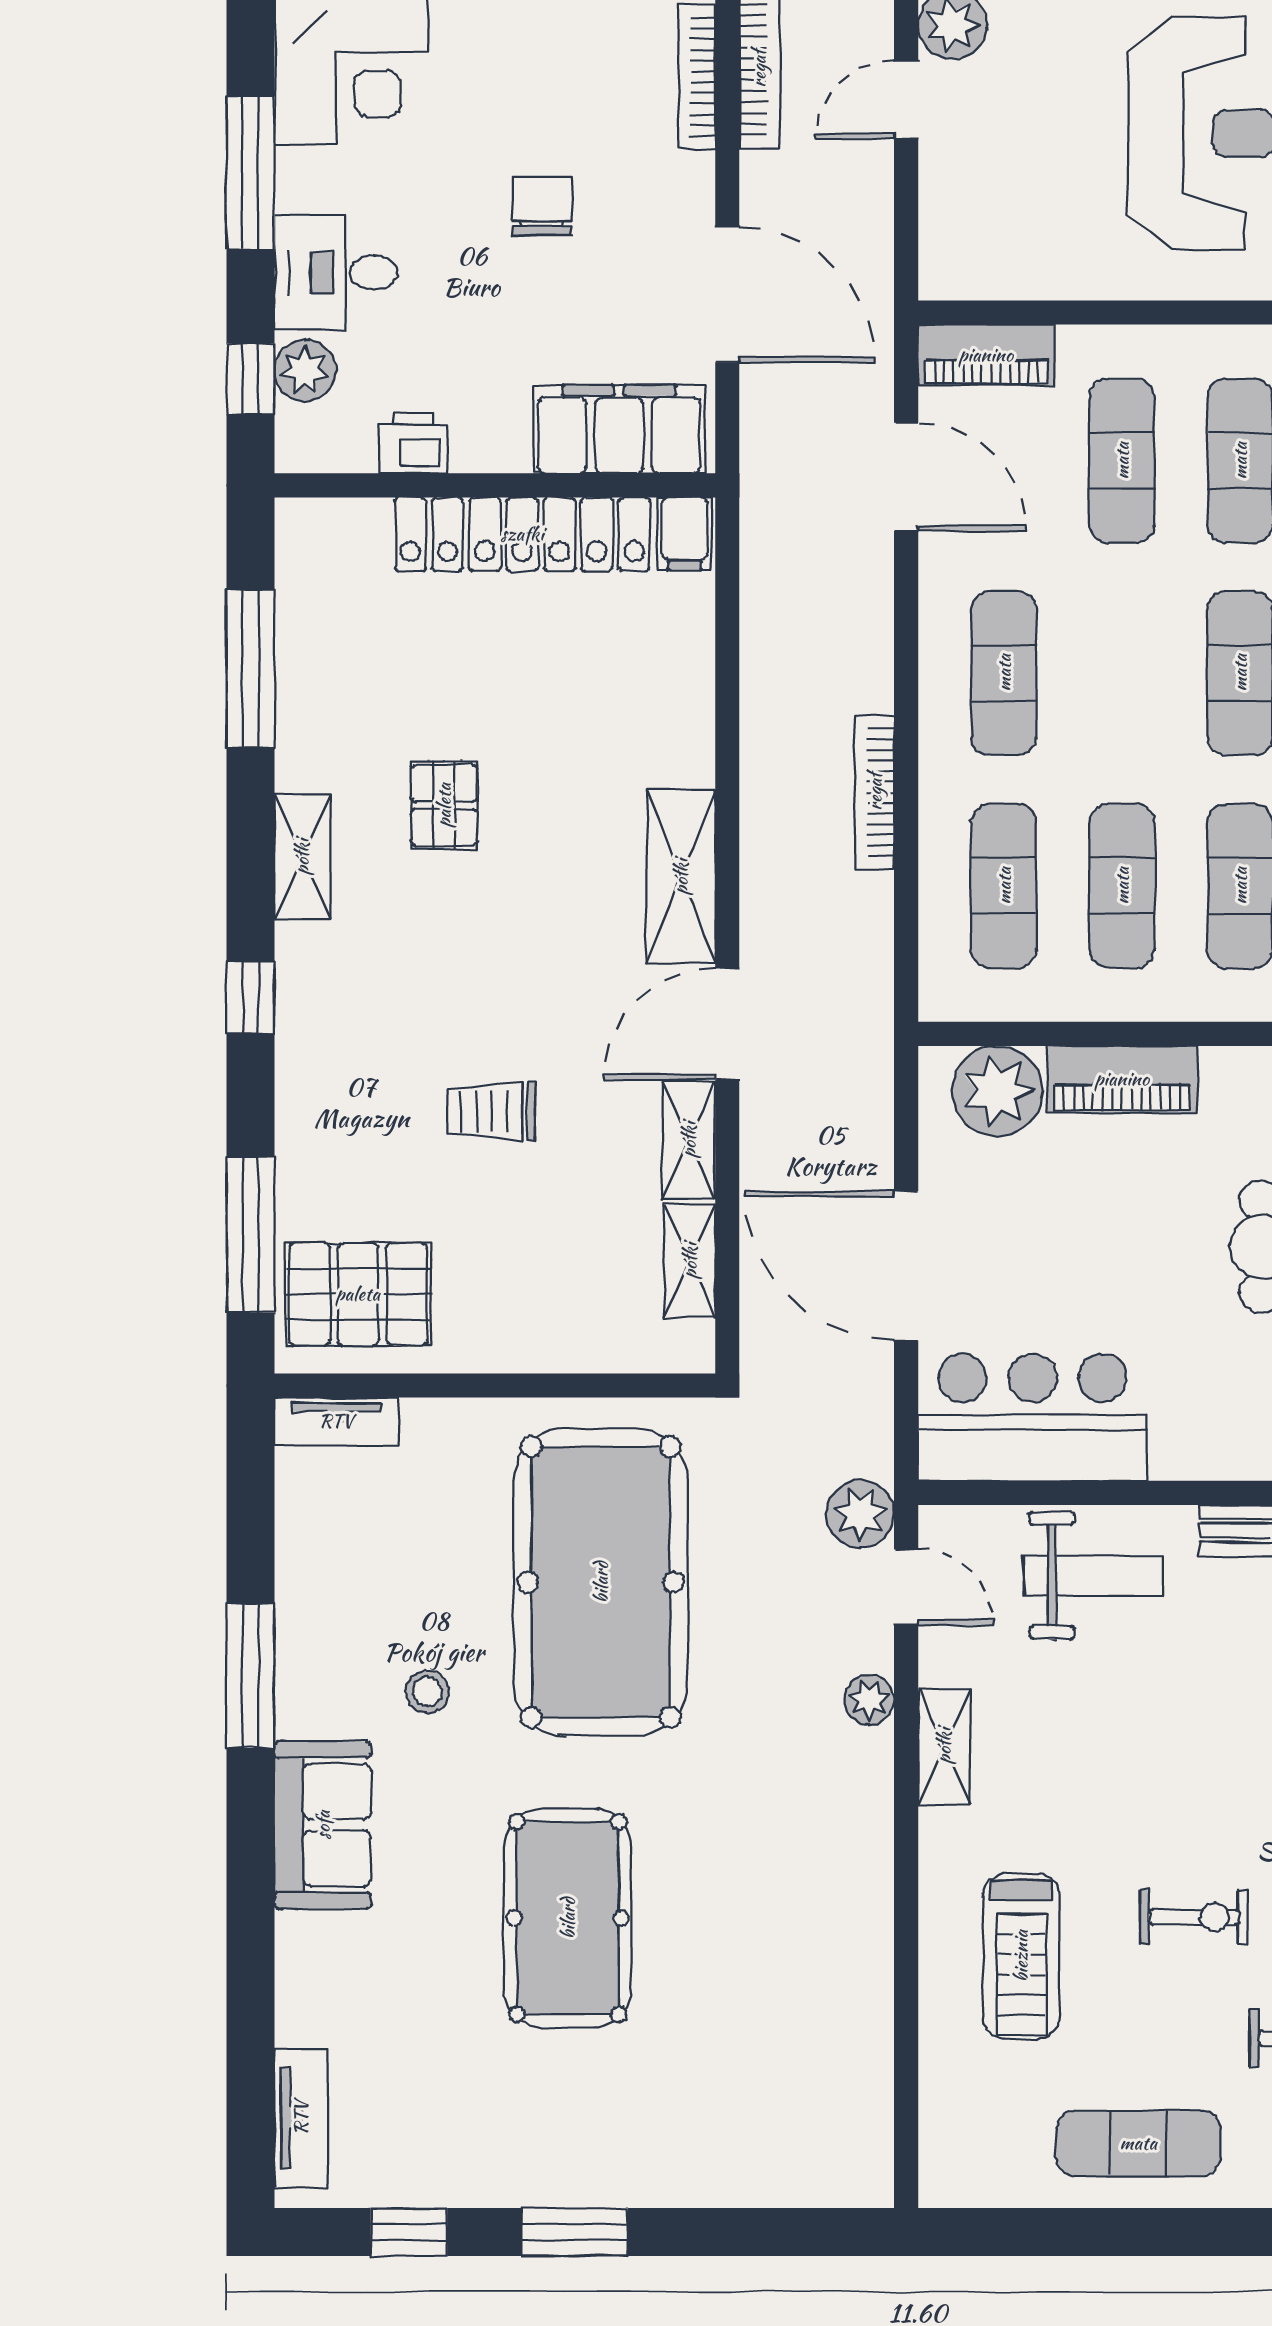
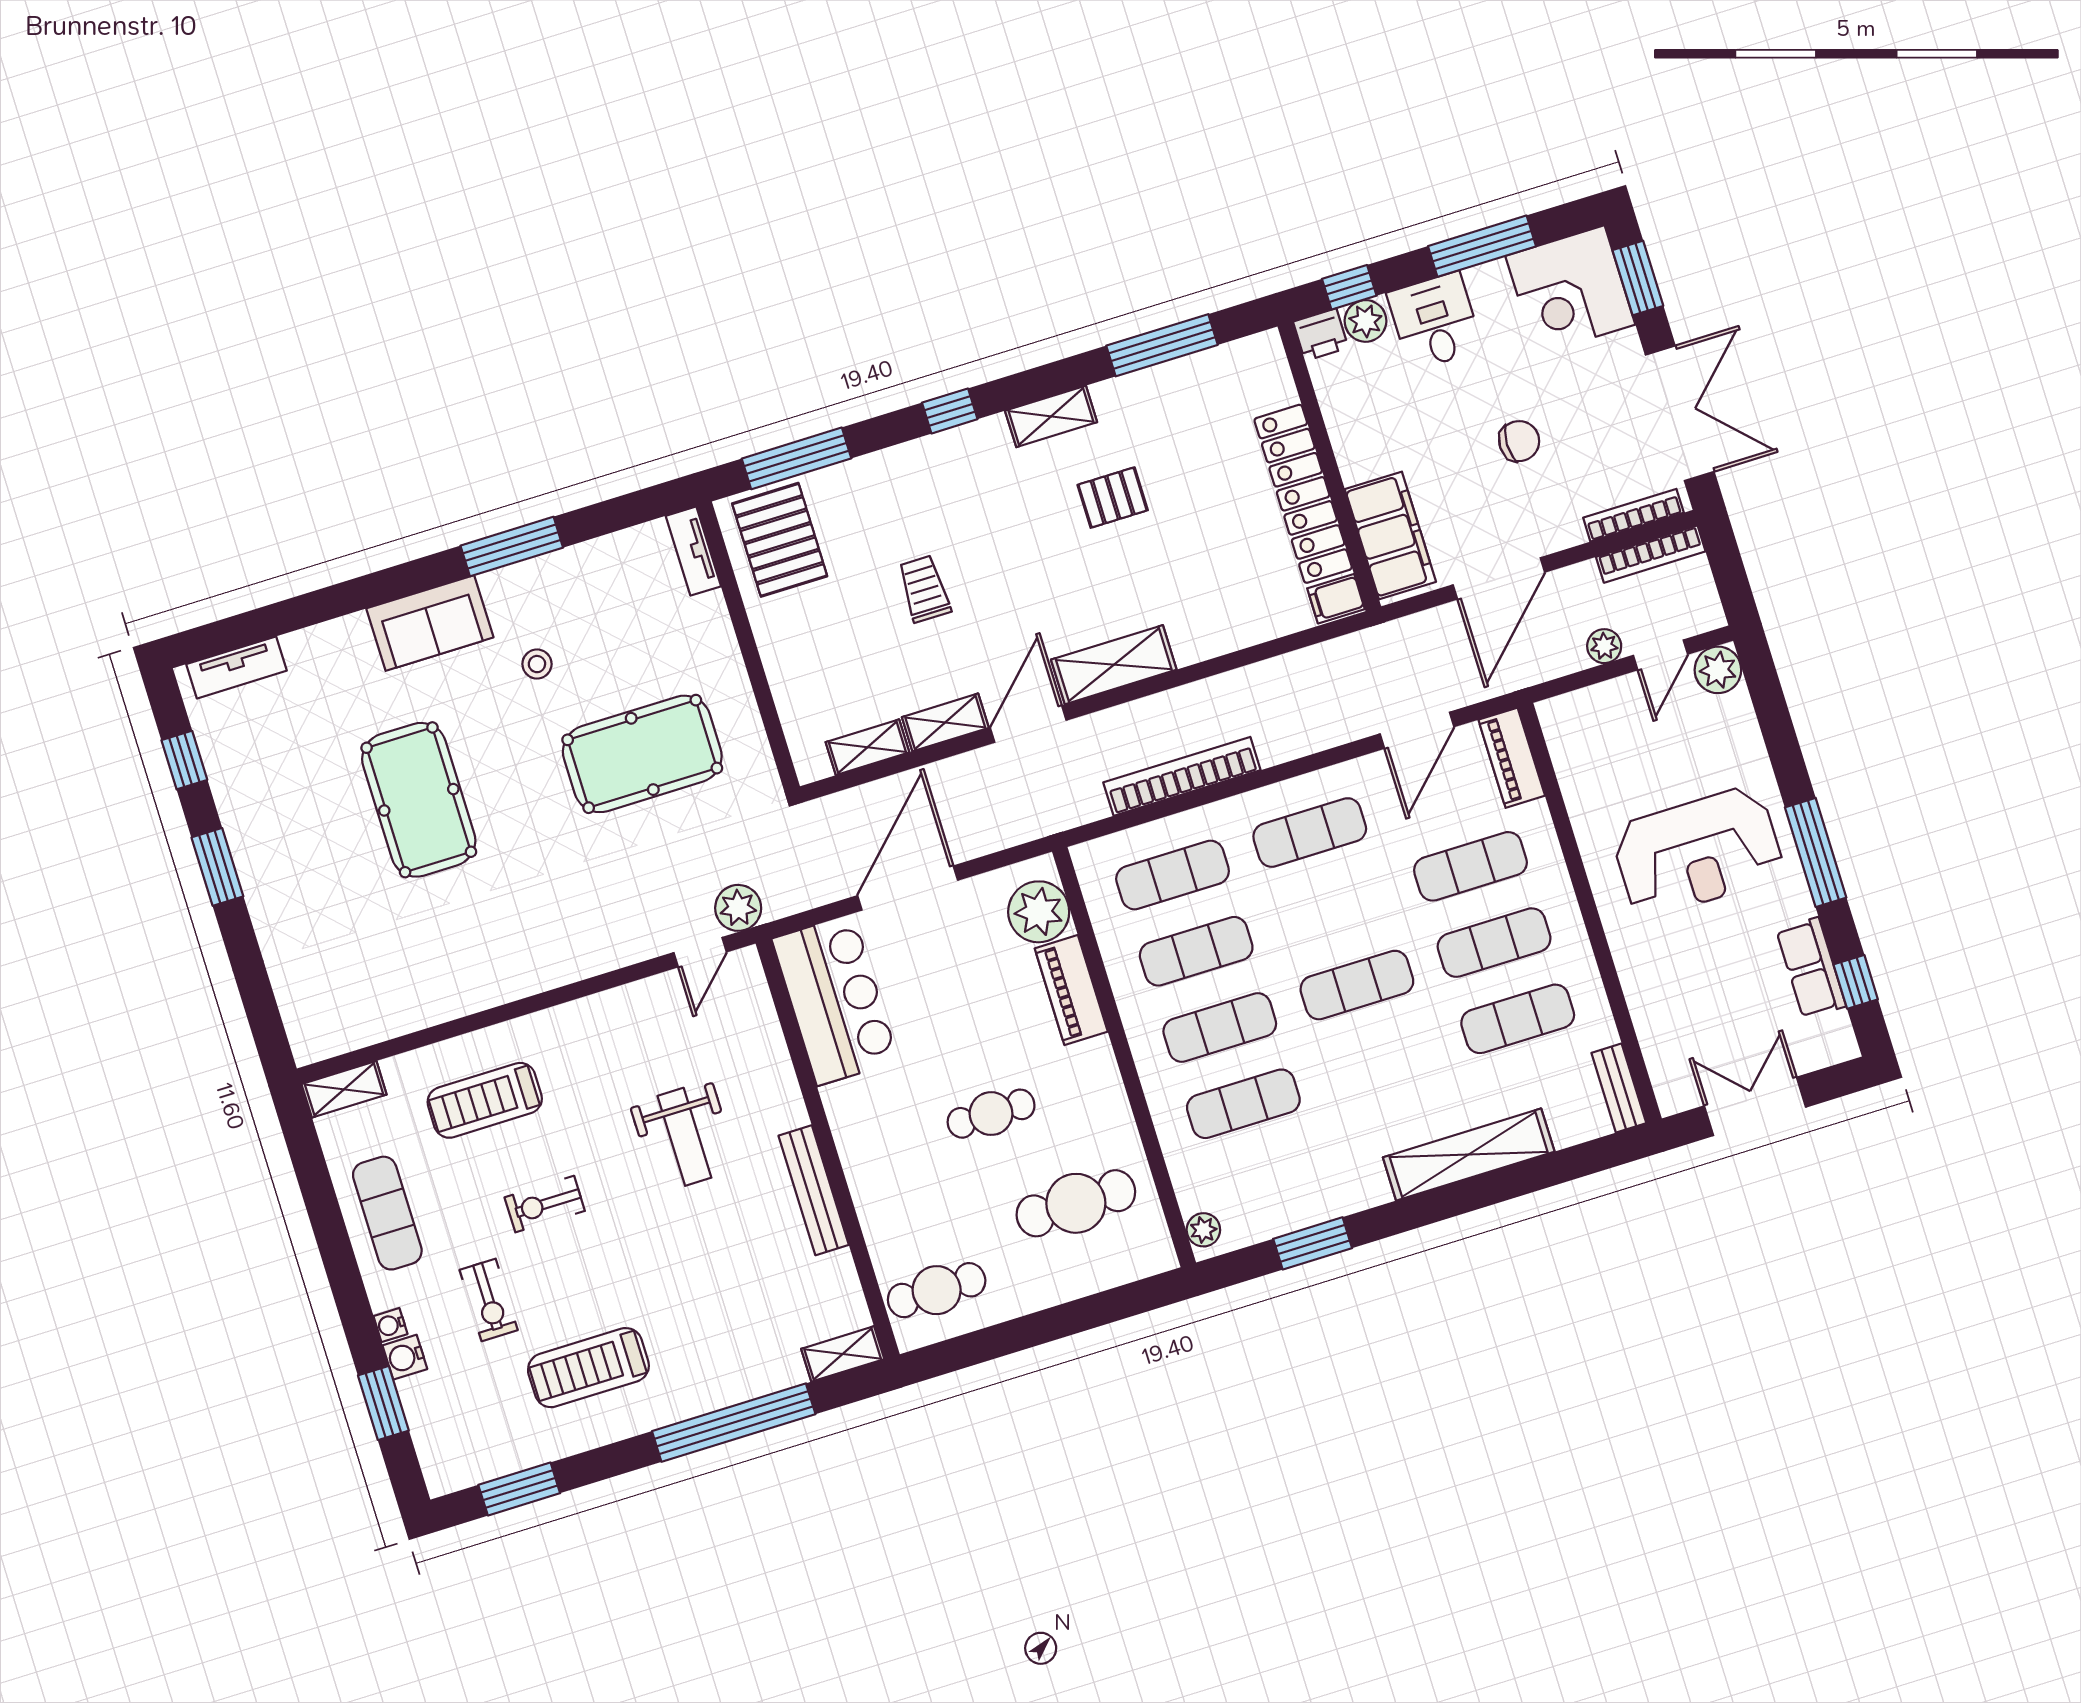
door: (906, 100) -> (1661, 655), swing flipped
printer: (413, 443) -> (1321, 335), moved, turned 90
bookcase: (875, 792) -> (1182, 776), width x1.48, depth x1.31
door: (727, 1024) -> (1028, 724), hinge flipped
weight bench: (1094, 1576) -> (684, 1137), moved
pool table: (601, 1582) -> (642, 754), width x0.73, depth x0.76
plant: (869, 1700) -> (1604, 646), moved
shelving: (944, 1746) -> (344, 1089), moved
exercise bike: (1194, 1917) -> (545, 1204), turned 90
pool table: (568, 1918) -> (419, 800), turned 90

